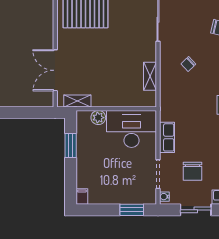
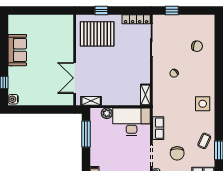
shelving: (150, 76) -> (145, 95), moved
window: (71, 145) -> (86, 134), width x1.44

